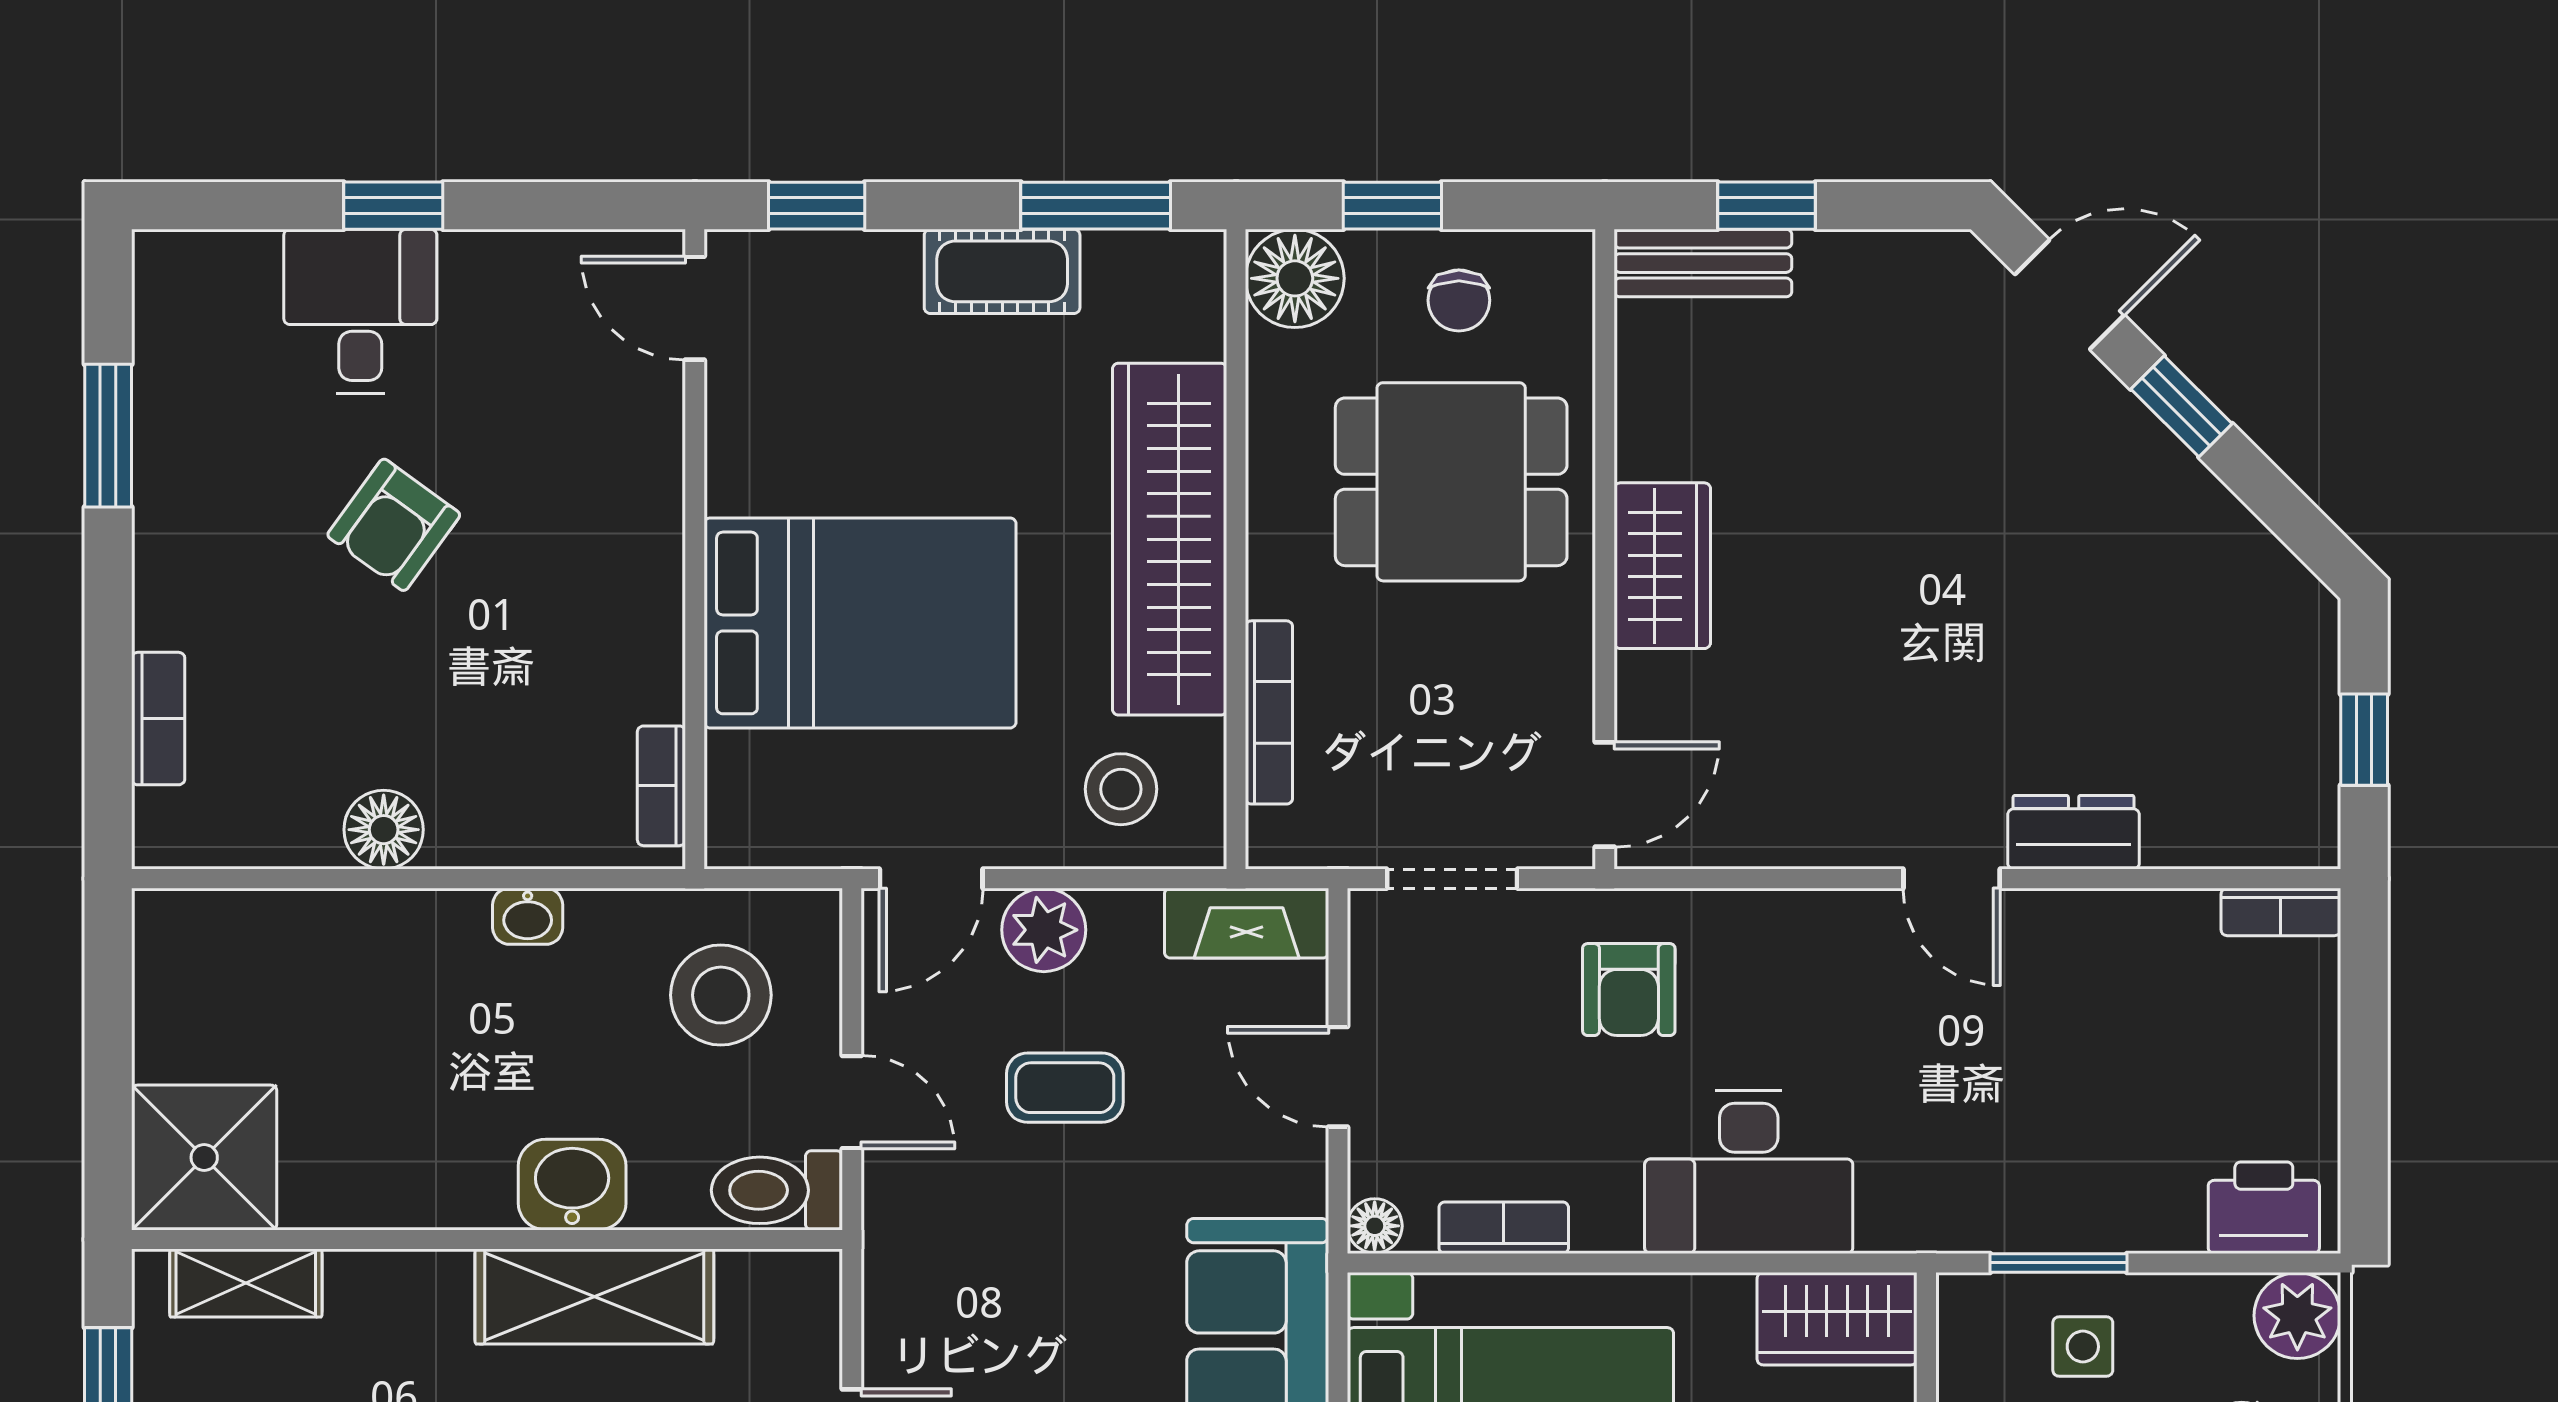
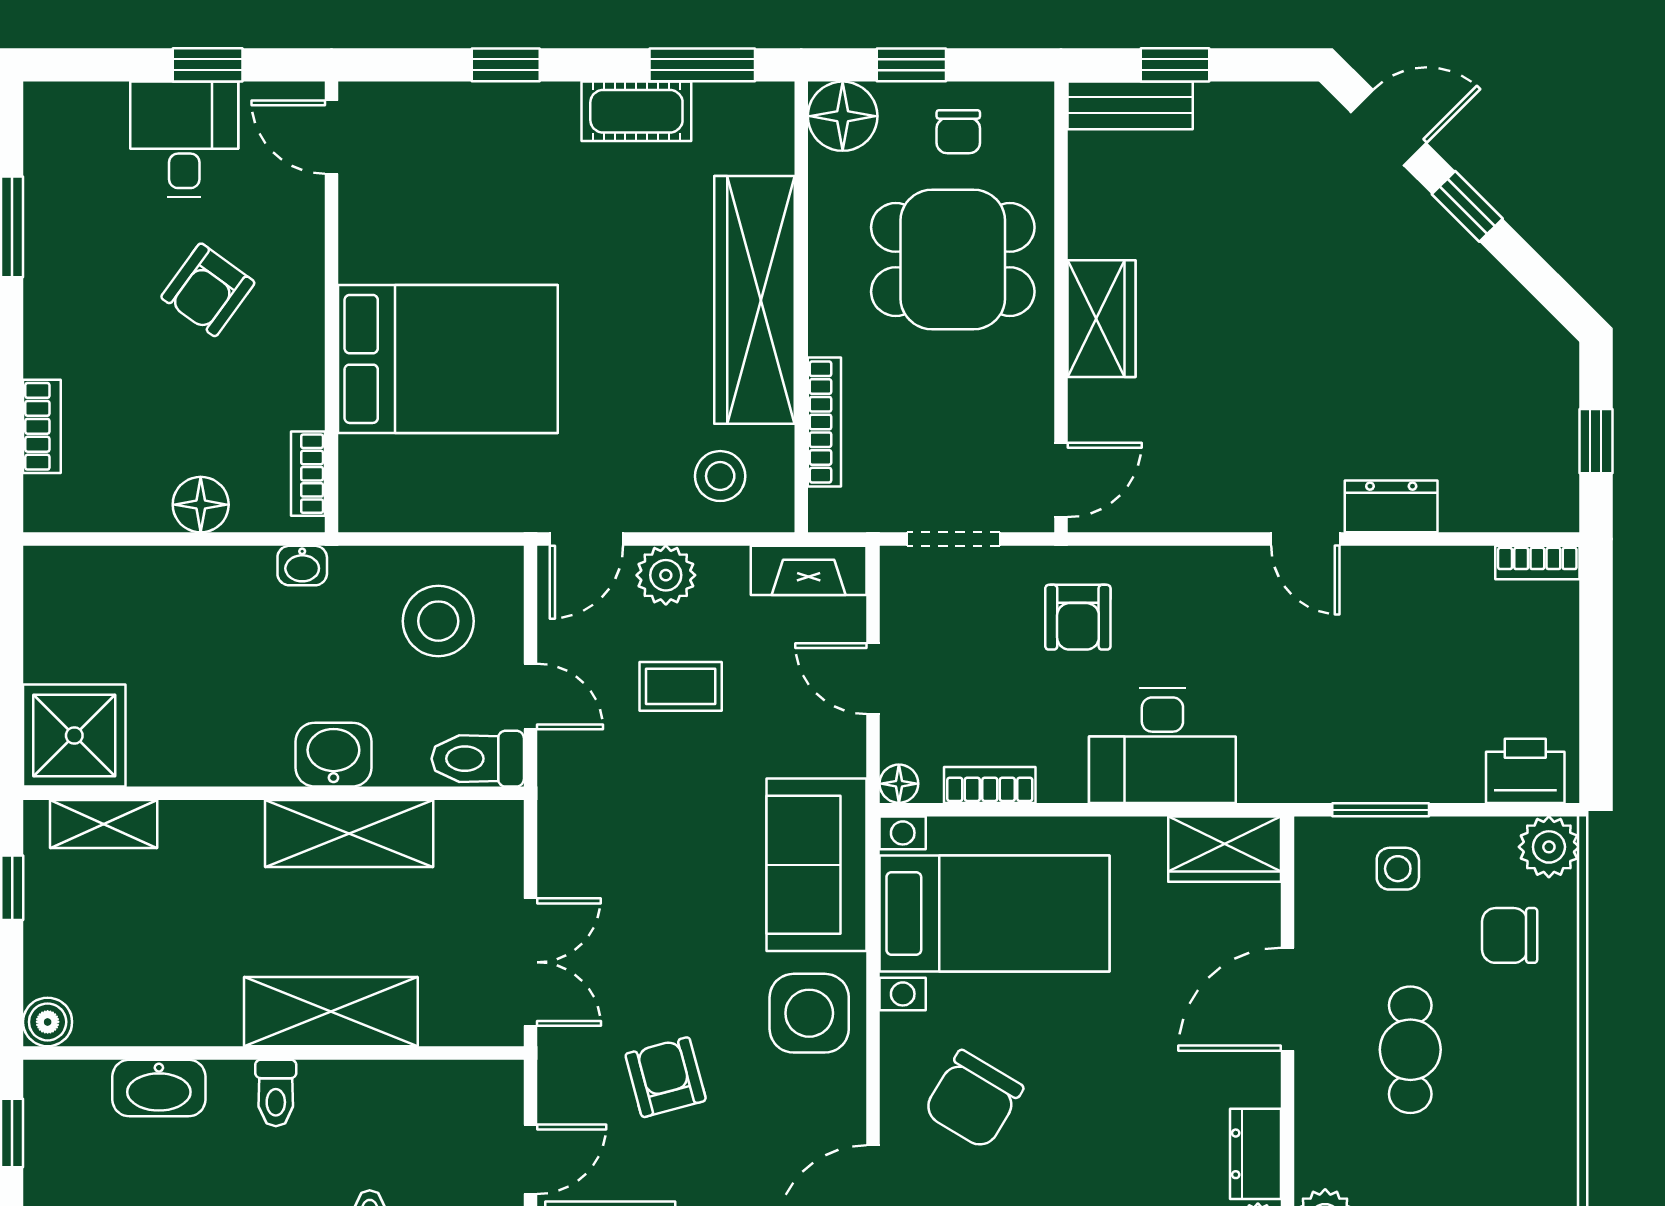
door: (695, 308) -> (332, 137), moved
wall: (695, 549) -> (332, 307), moved
bed: (860, 623) -> (448, 359), moved
bookcase: (661, 786) -> (308, 474), moved

